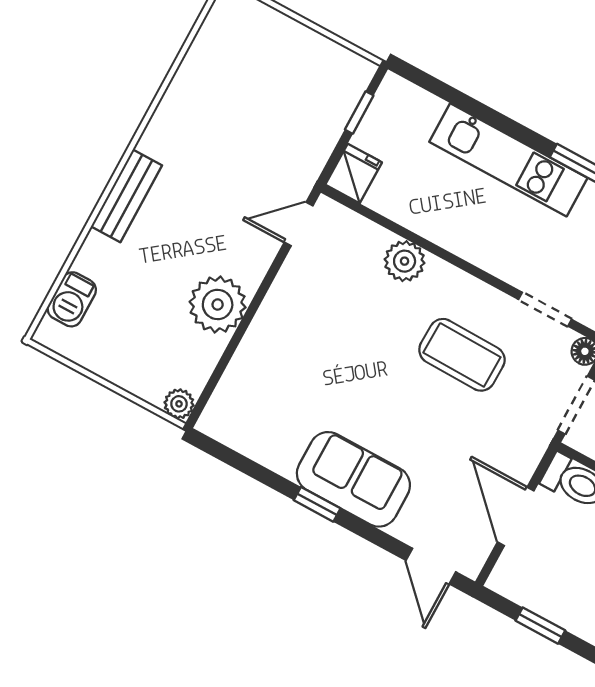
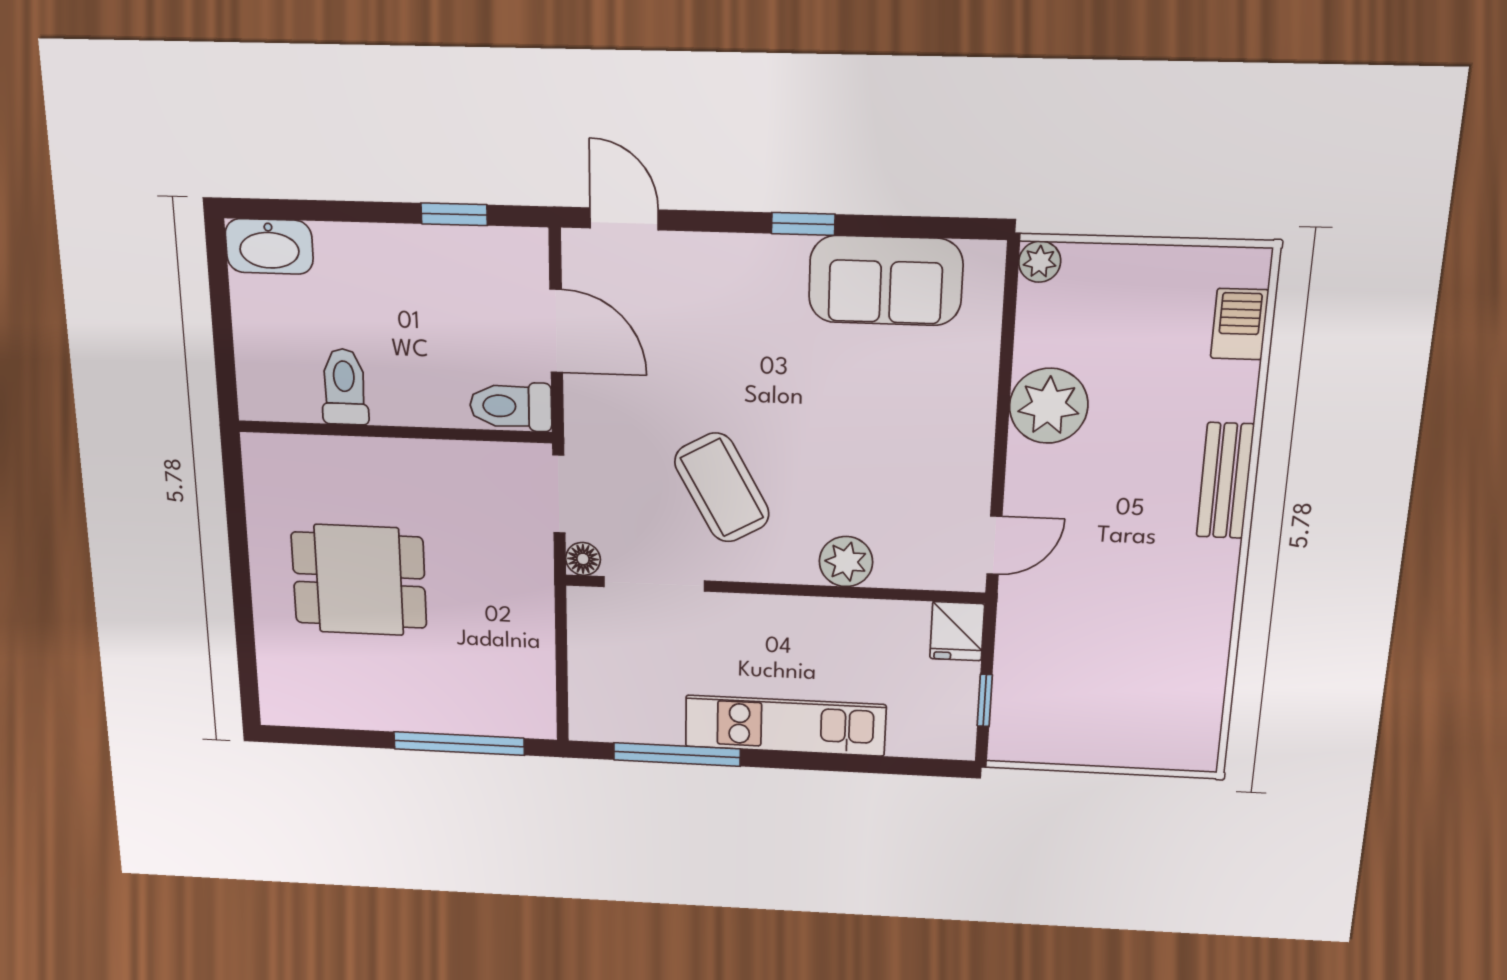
doorway: (545, 309) -> (654, 584), width x1.38
coffee table: (462, 355) -> (722, 488), turned 60
sofa: (353, 479) -> (886, 281), moved

